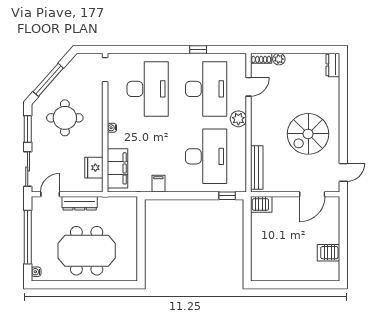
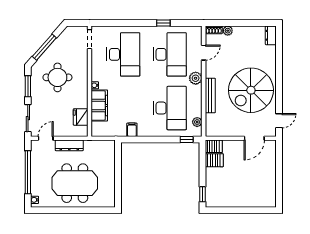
spiral stairs: (308, 134) -> (251, 90), width x1.37, depth x1.37
bench: (257, 167) -> (210, 96), moved
filing cabinet: (117, 168) -> (99, 106), moved
plant: (240, 174) -> (197, 122), added
server rack: (328, 253) -> (214, 160), moved, turned 180
window: (247, 265) -> (202, 194), added

